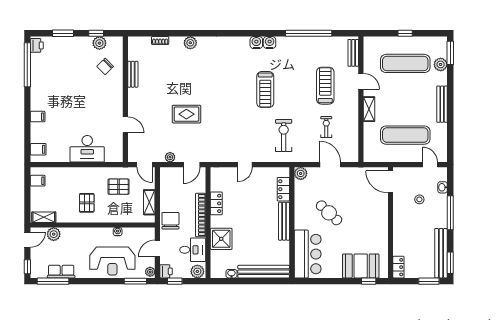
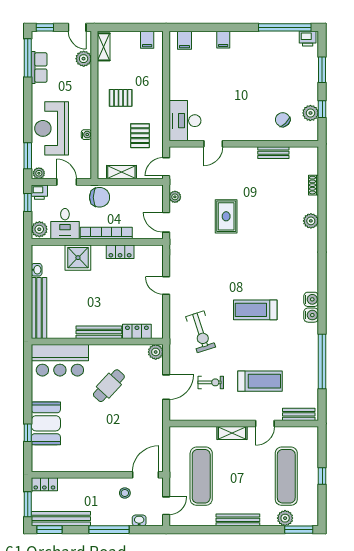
exercise bike: (284, 136) -> (201, 332), turned 72
desk: (87, 149) -> (185, 121), moved
door: (390, 182) -> (146, 475), moved
wall: (390, 223) -> (97, 475), moved
locker: (398, 267) -> (44, 484), moved

